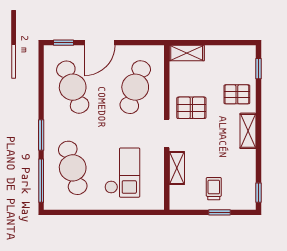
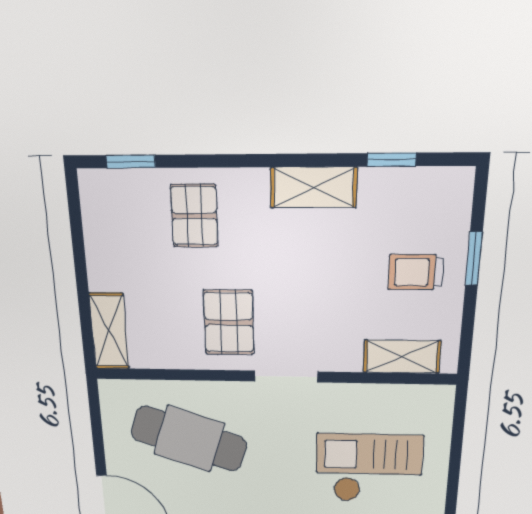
shelving: (248, 131) -> (313, 188), moved
shelving: (177, 168) -> (402, 357), moved
window: (258, 193) -> (392, 160), moved

